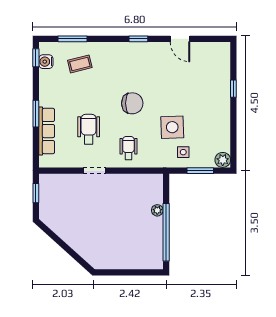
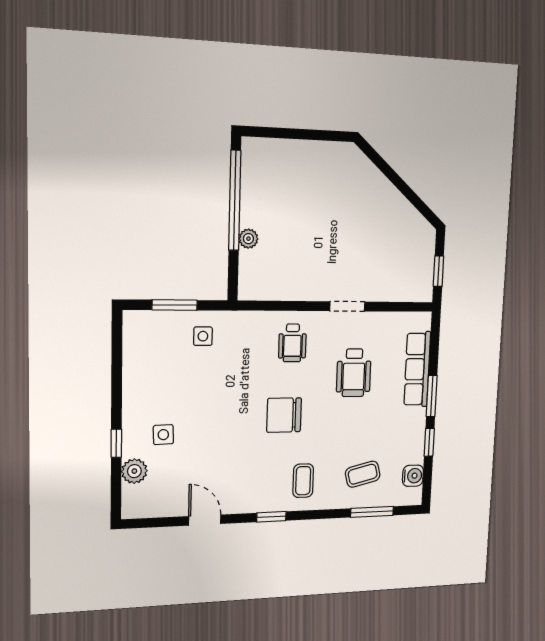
window: (36, 58) -> (429, 442), moved
coffee table: (119, 61) -> (303, 481), added
side table: (172, 127) -> (163, 435), moved, width x0.54, depth x0.54
plant: (223, 160) -> (134, 471), moved

